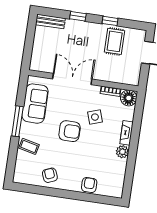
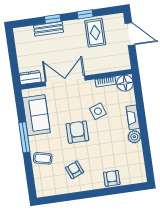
bench: (50, 21) -> (49, 29), moved
dresser: (40, 66) -> (30, 78), added
armchair: (70, 131) -> (77, 132), turned -90
armchair: (50, 175) -> (75, 170), moved

